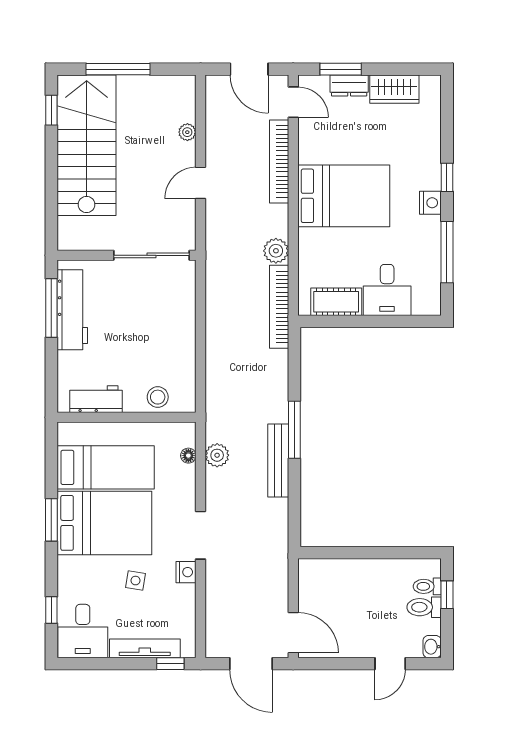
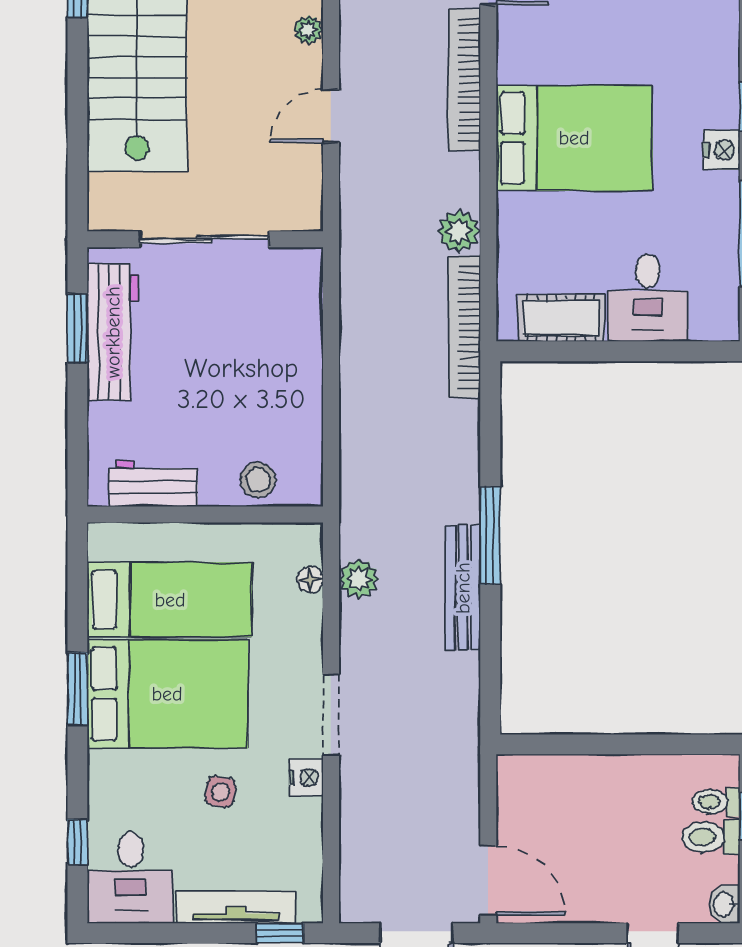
sliding door: (151, 255) -> (204, 239), moved
window: (51, 308) -> (77, 329), width x0.69

